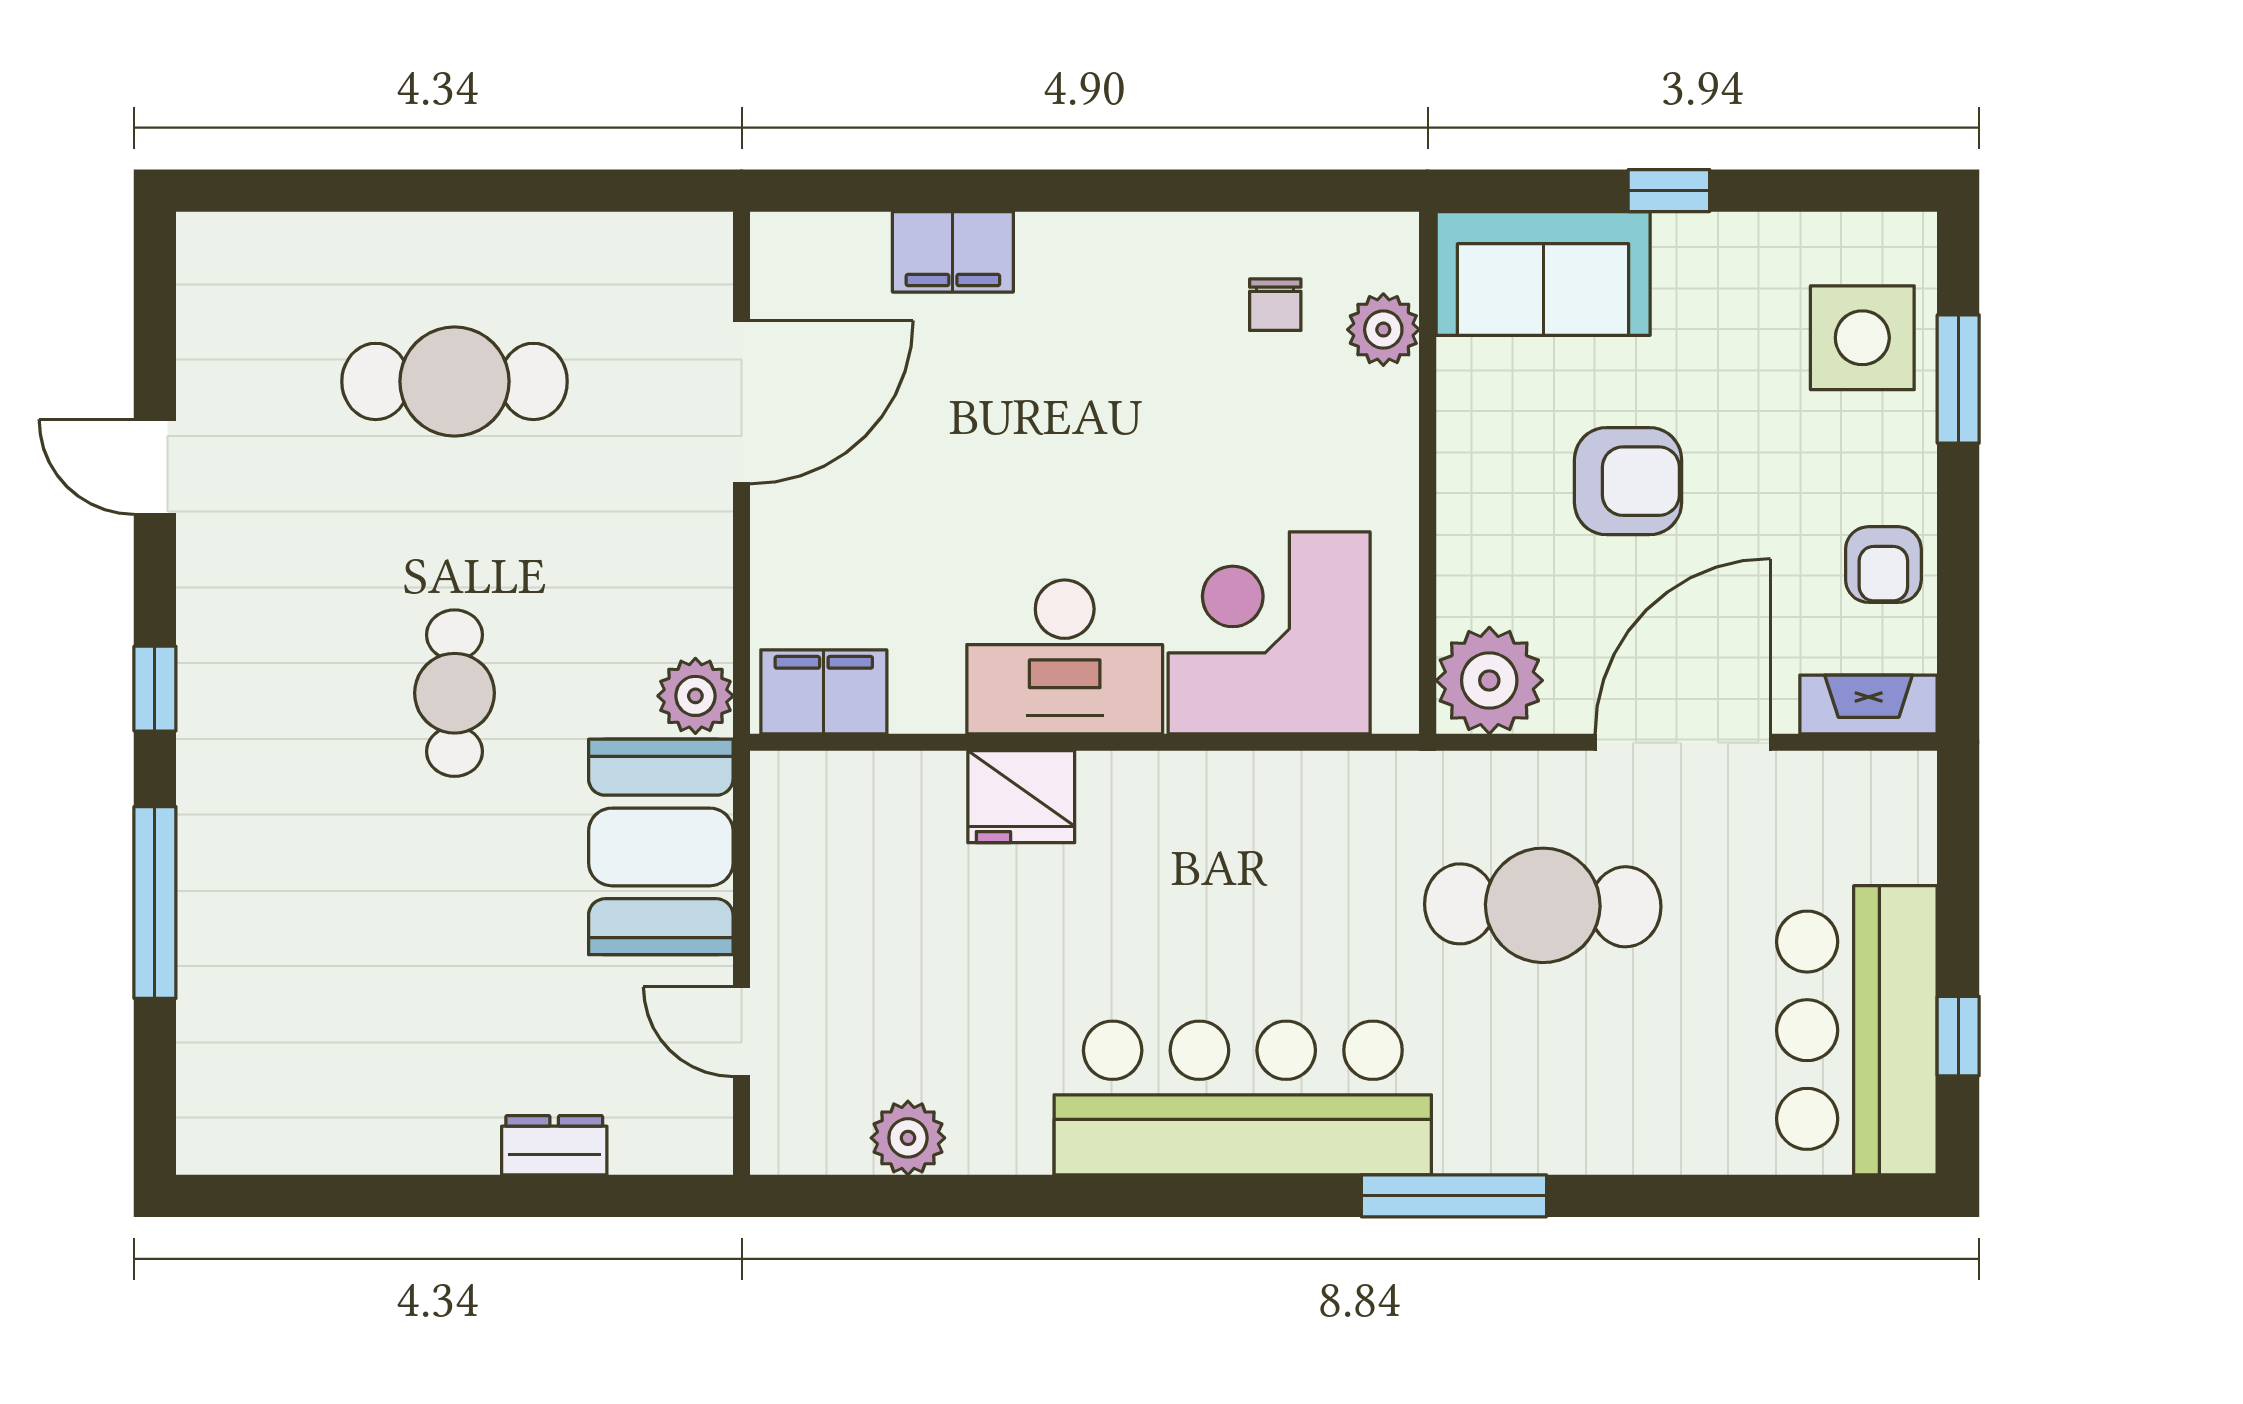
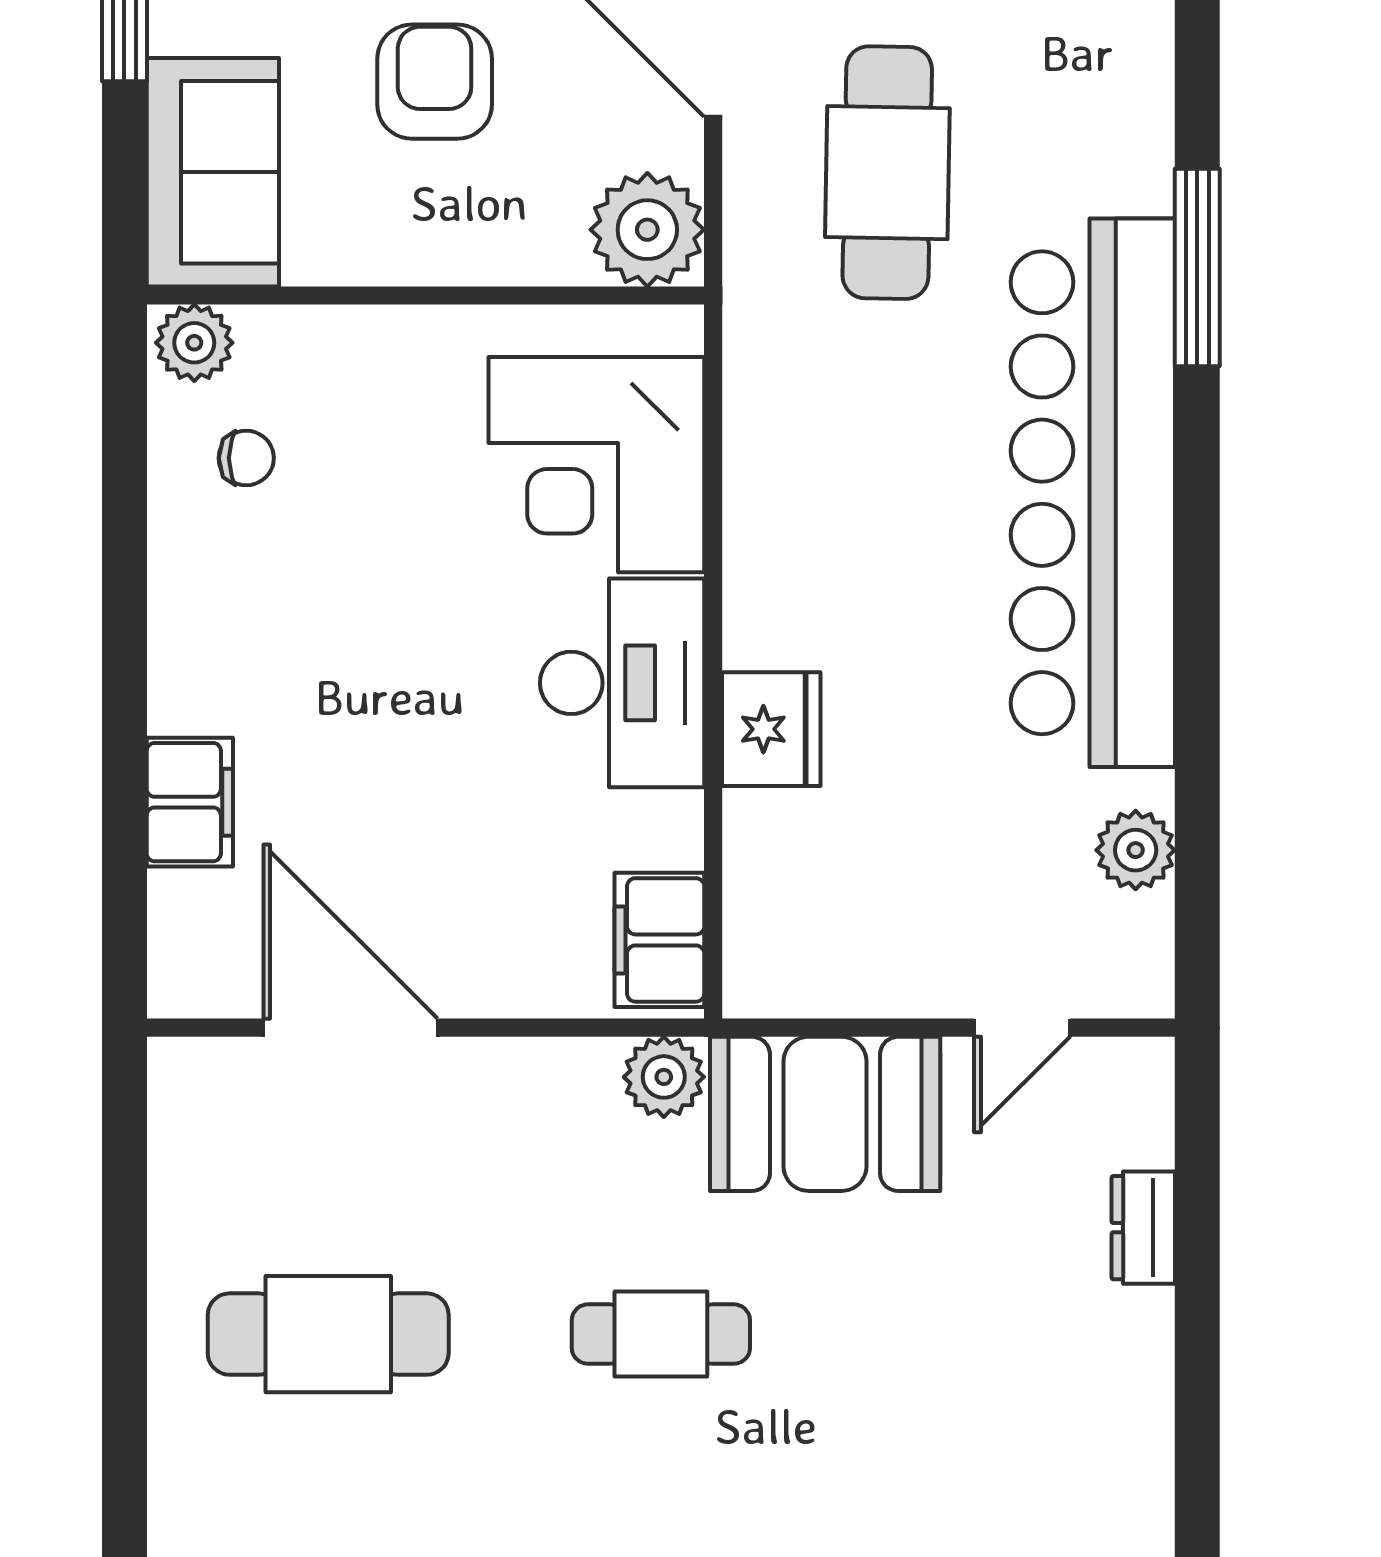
plant: (1383, 330) -> (194, 343), moved
cafe table: (455, 381) -> (328, 1334), turned 90
bar counter: (1243, 1098) -> (1093, 493), width x1.36

